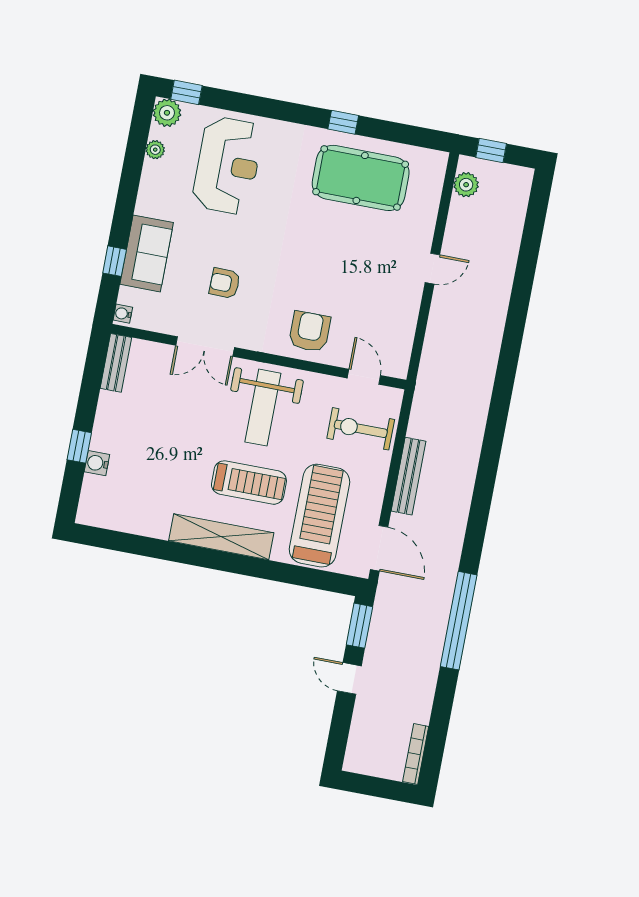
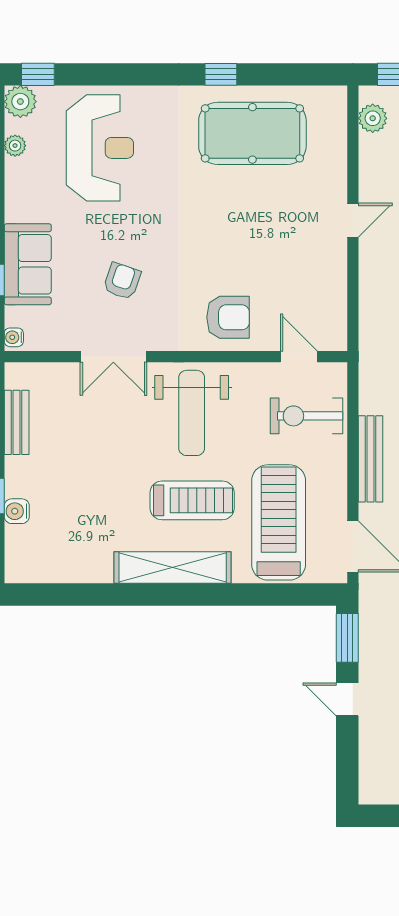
armchair: (225, 283) -> (122, 281), turned 108
armchair: (310, 332) -> (228, 317), turned 90
bench: (116, 363) -> (17, 422), moved

